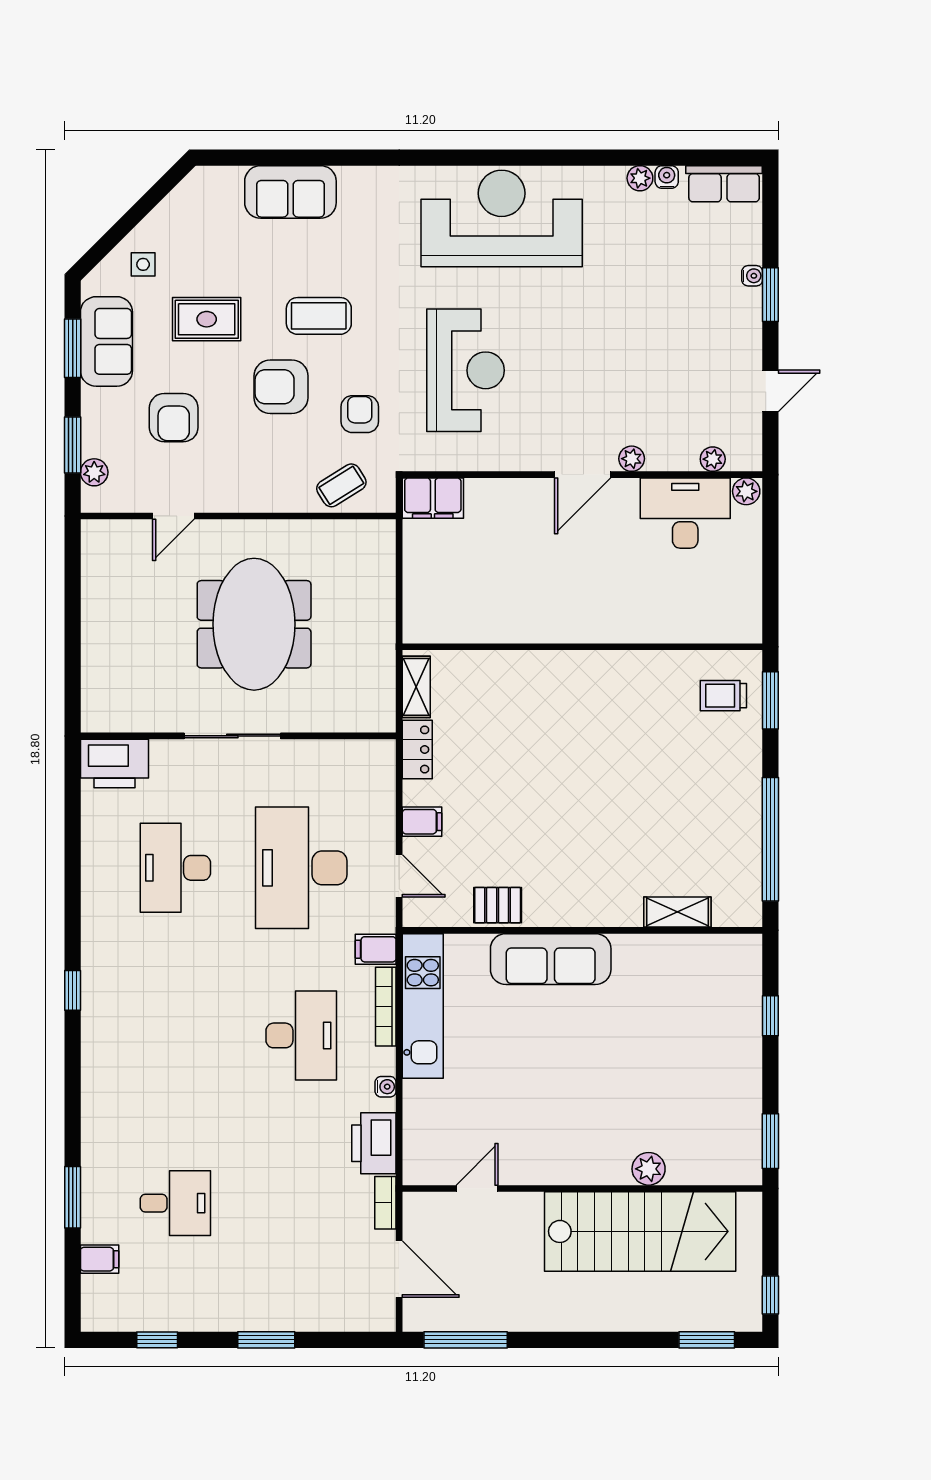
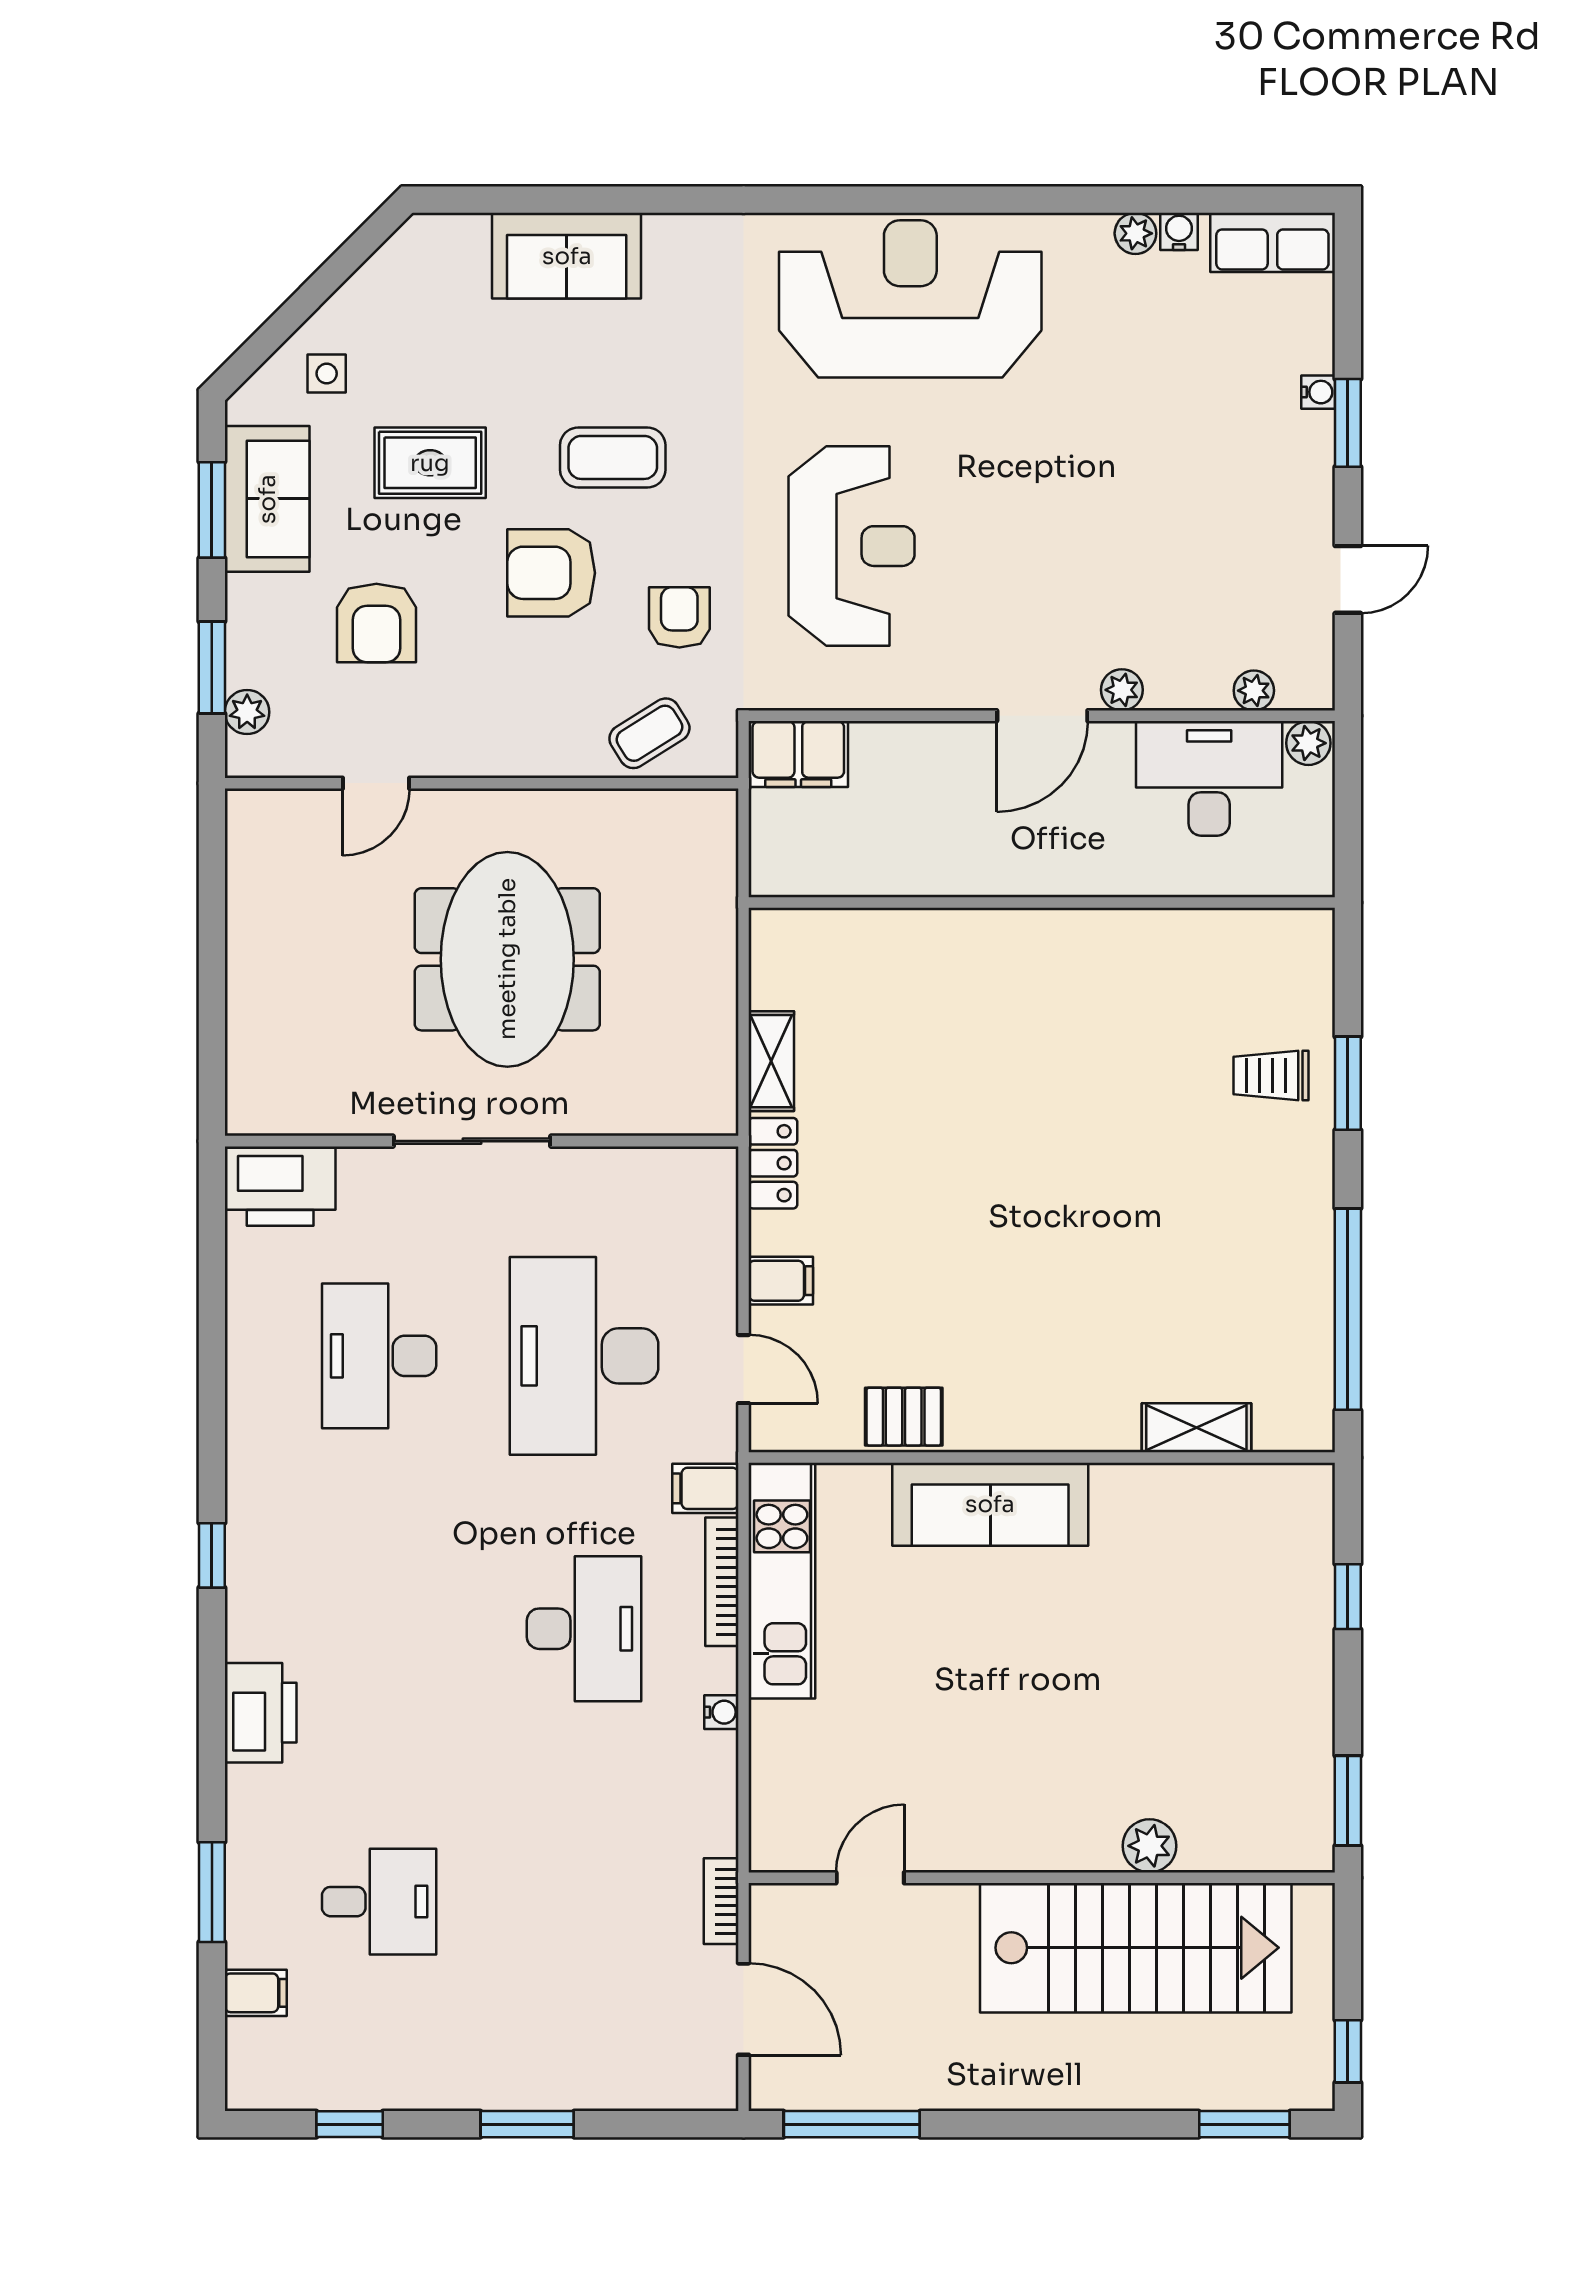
wall: (582, 647) -> (1042, 903), moved
printer: (374, 1143) -> (261, 1713), moved, turned 180

